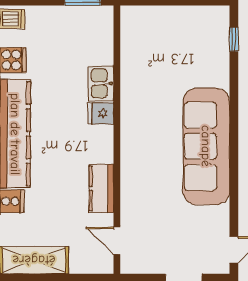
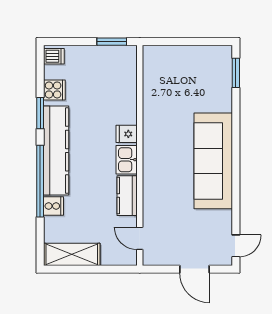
window: (234, 39) -> (236, 73), width x1.50
kitchen sink: (101, 83) -> (127, 160), moved

